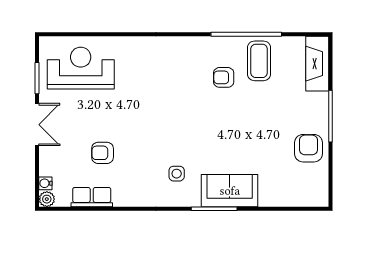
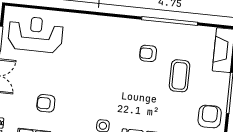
coffee table: (259, 61) -> (180, 76), moved

